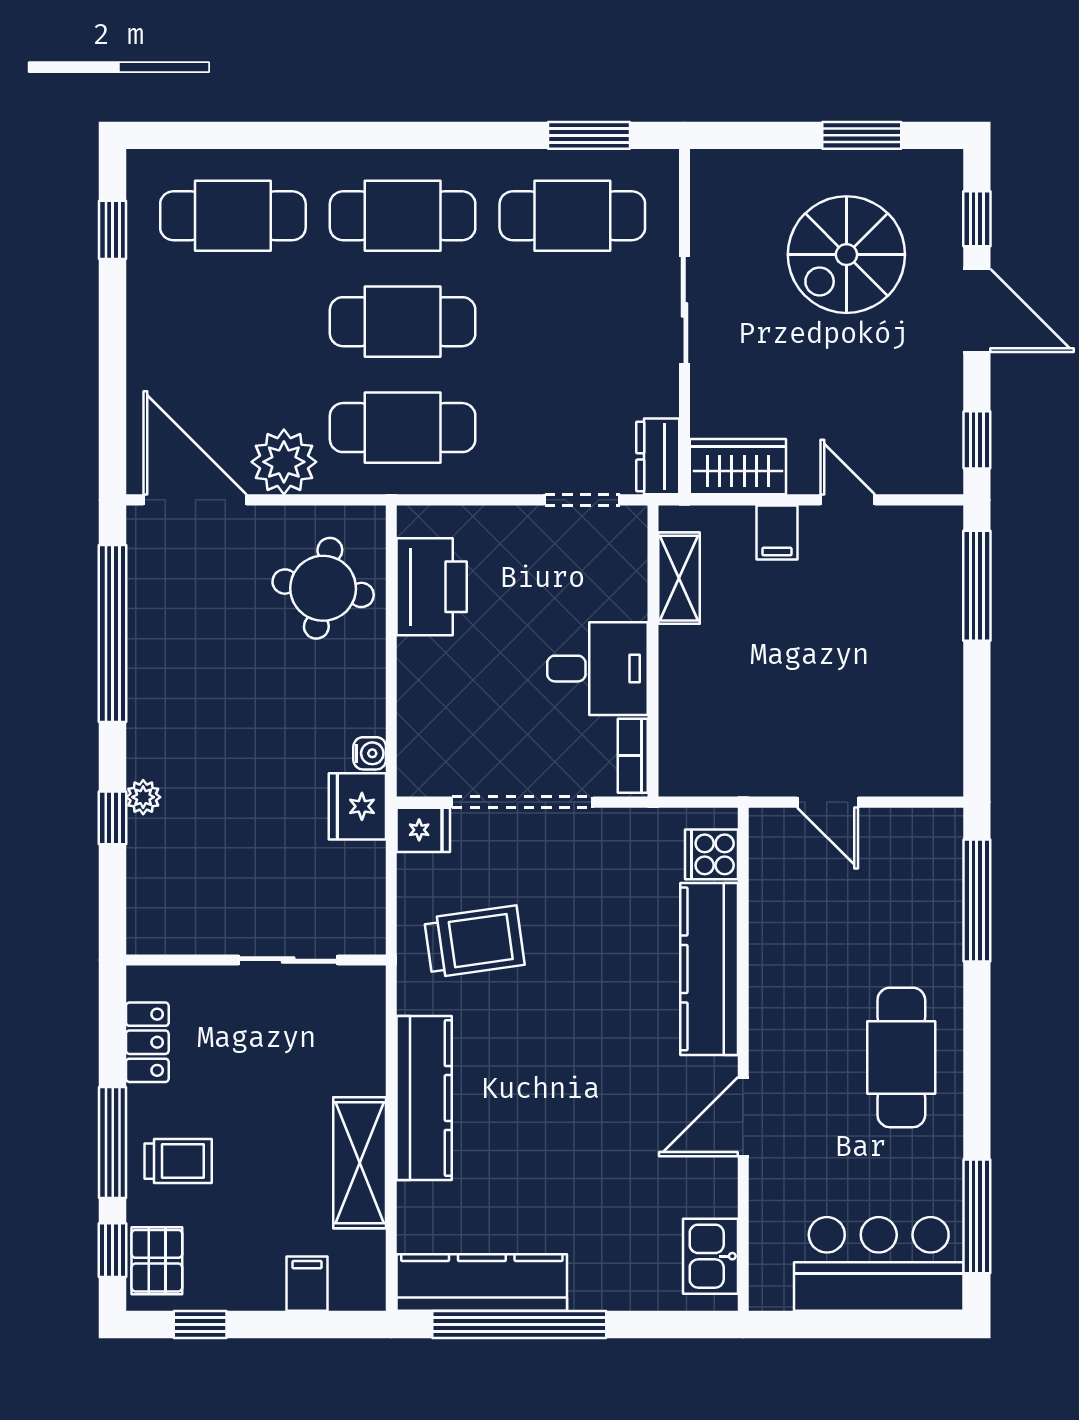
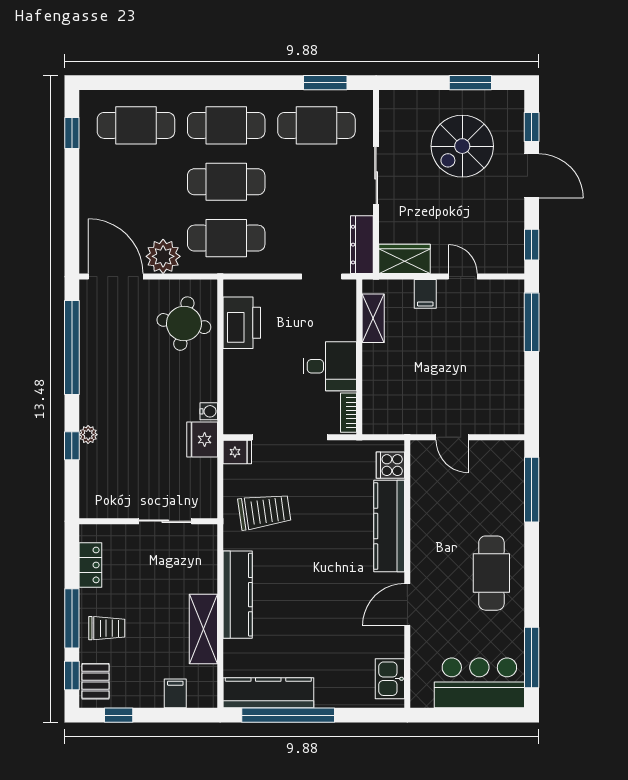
dresser: (658, 456) -> (362, 245), width x1.44

